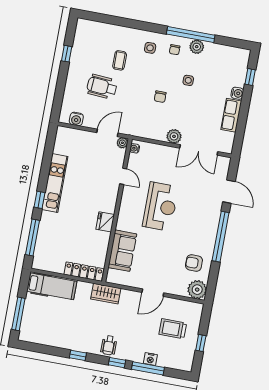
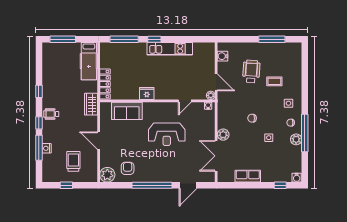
window: (67, 54) -> (272, 39), width x2.17
water cooler: (237, 93) -> (297, 178), moved

